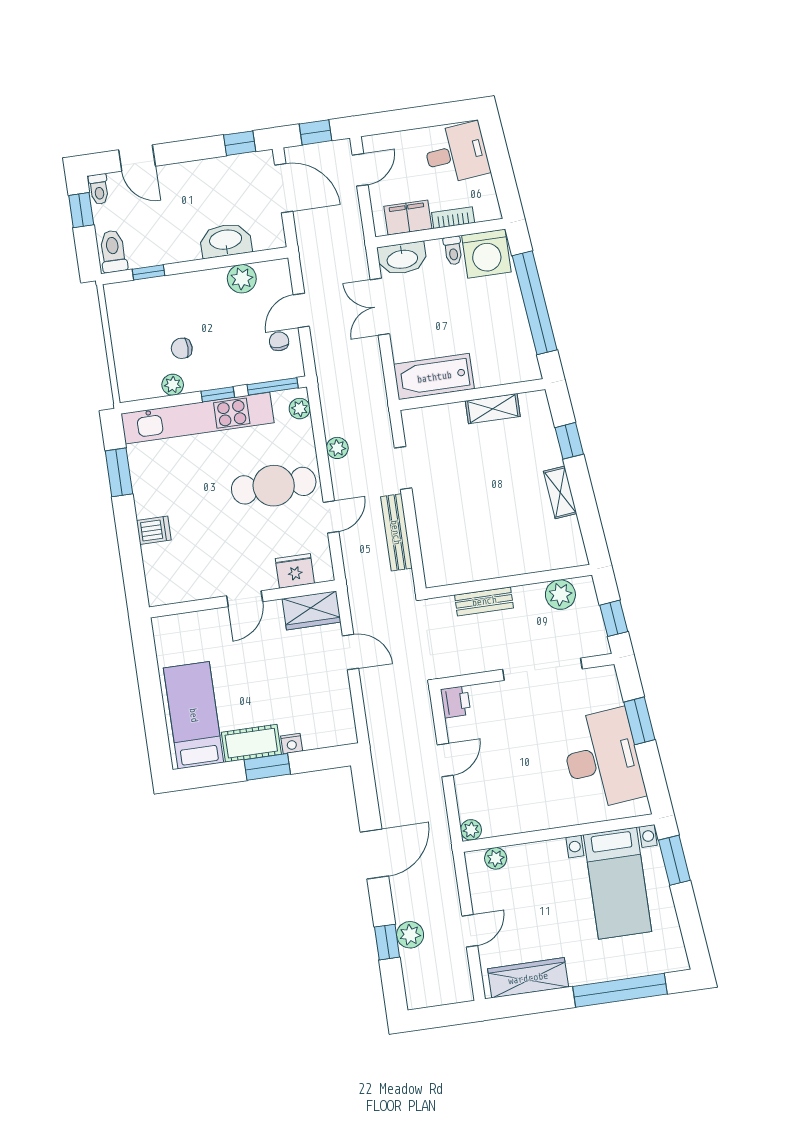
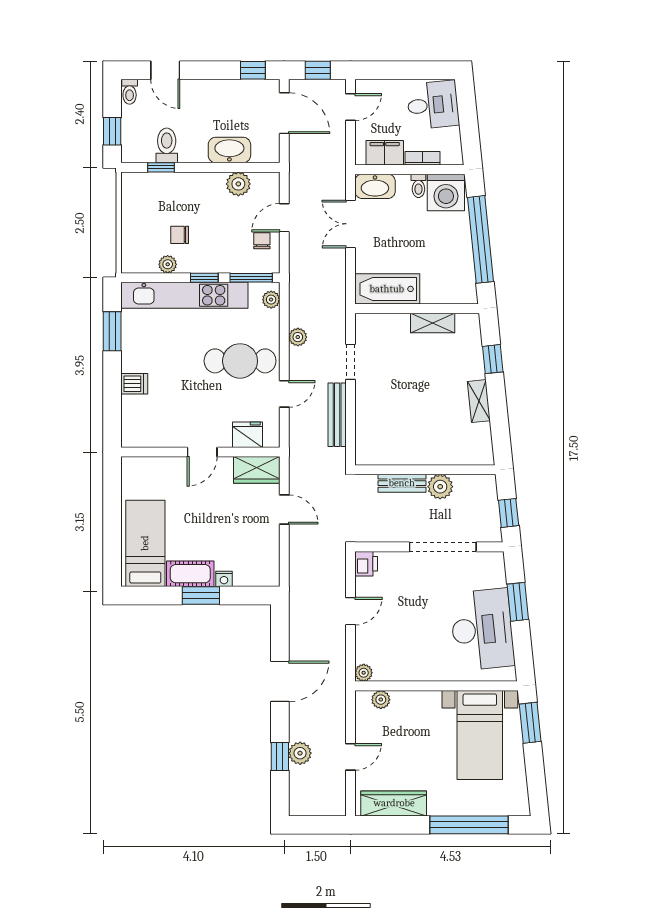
window: (81, 210) -> (112, 131), moved
toilet: (113, 251) -> (167, 145), moved
plant: (560, 595) -> (440, 487), moved

